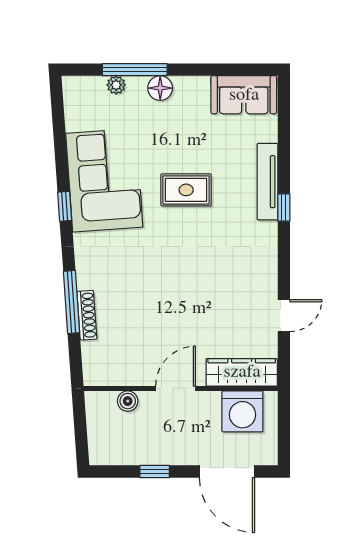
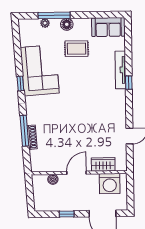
rug: (186, 190) -> (77, 49), moved
wardrobe: (242, 372) -> (103, 164), width x0.67

